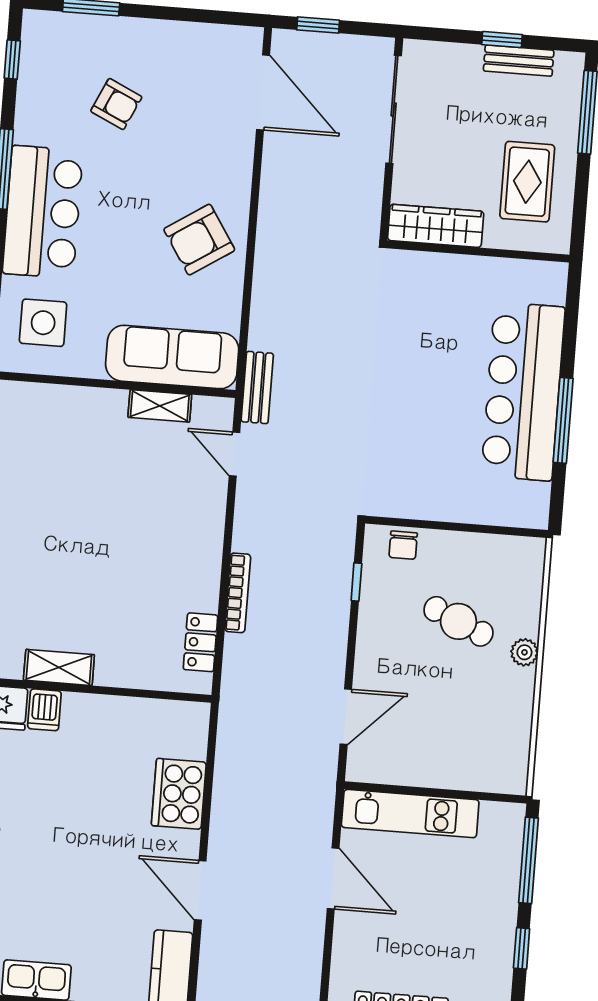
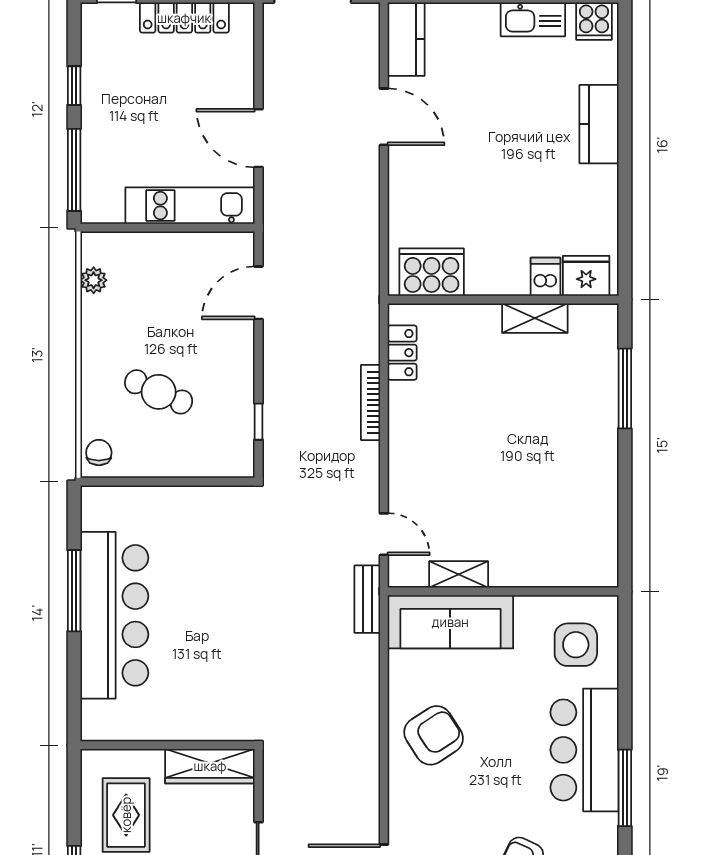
chair: (403, 545) -> (99, 453), moved
plant: (524, 652) -> (94, 280), moved
cooker: (179, 794) -> (432, 272), moved, turned -90

